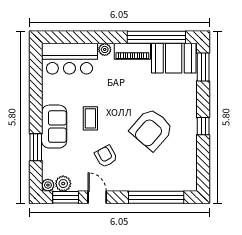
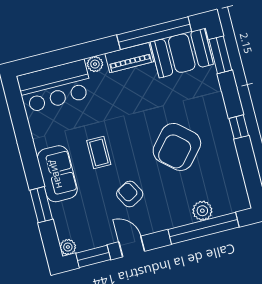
plant: (63, 184) -> (202, 211), moved

